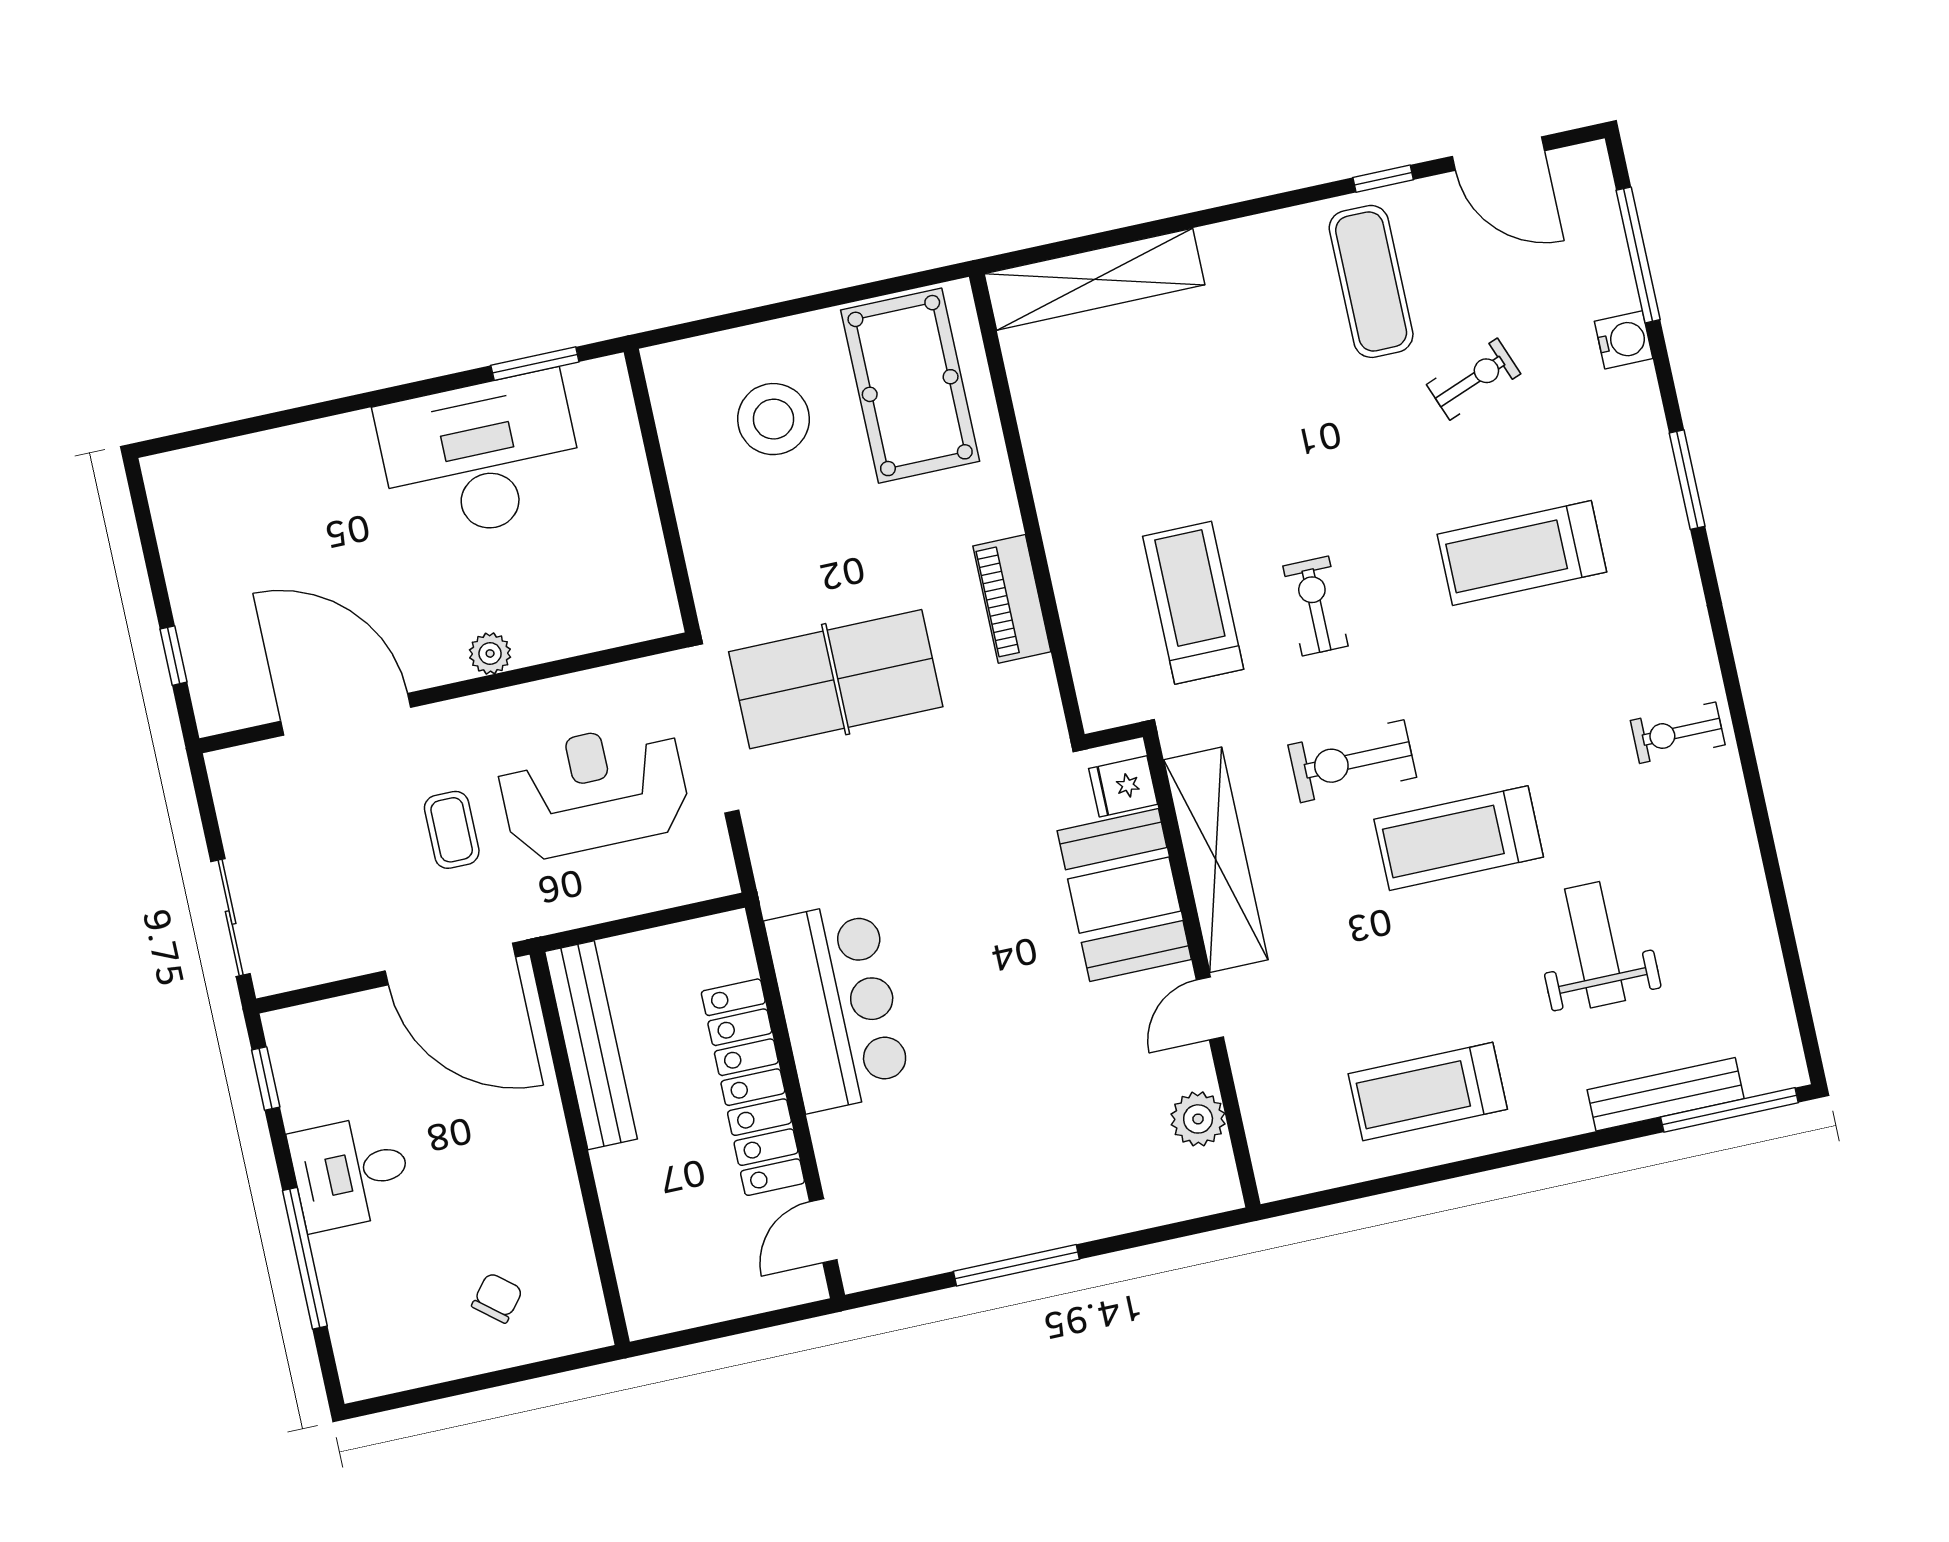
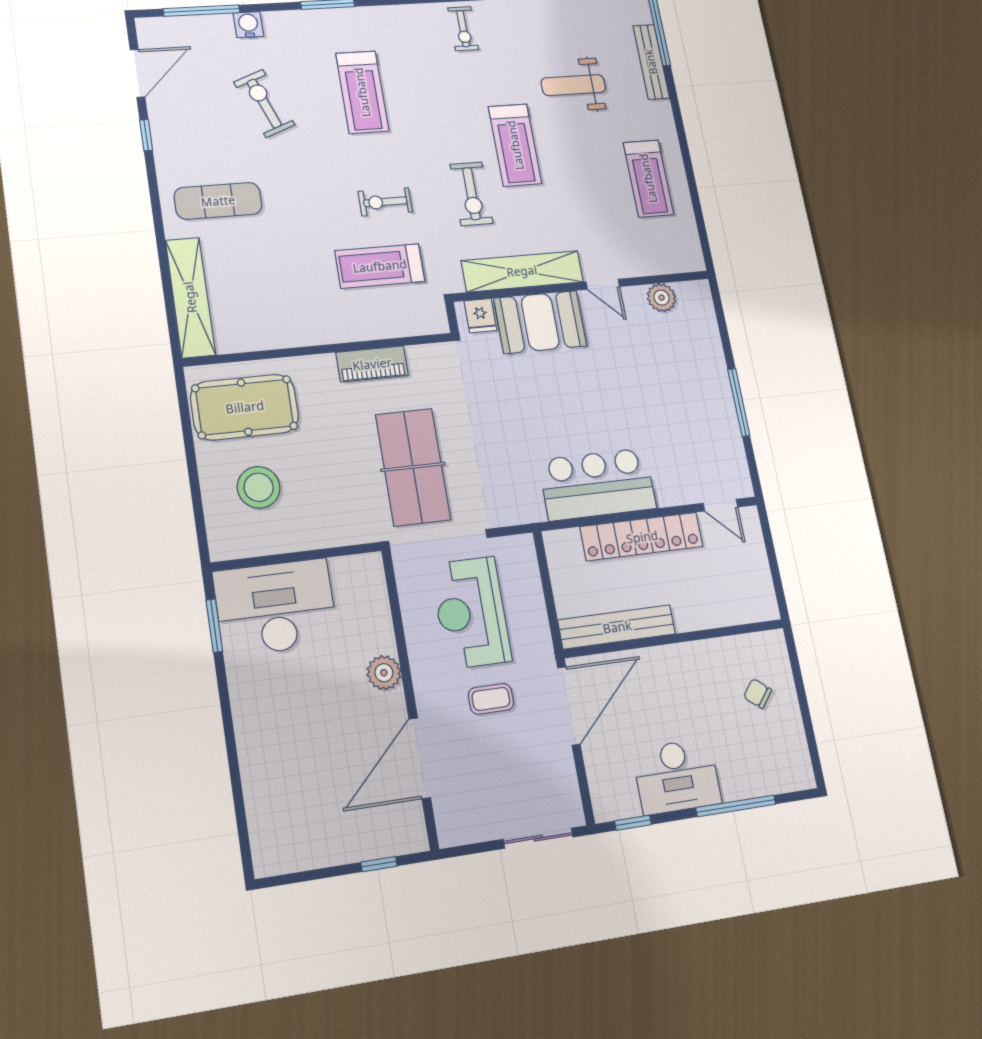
exercise mat: (1371, 281) -> (218, 201), moved
exercise bike: (1474, 379) -> (264, 103), width x1.38, depth x1.39
desk: (481, 457) -> (276, 607), moved, turned 90
plant: (490, 653) -> (384, 673), width x1.38, depth x1.38
desk: (351, 1173) -> (677, 776), width x1.37

